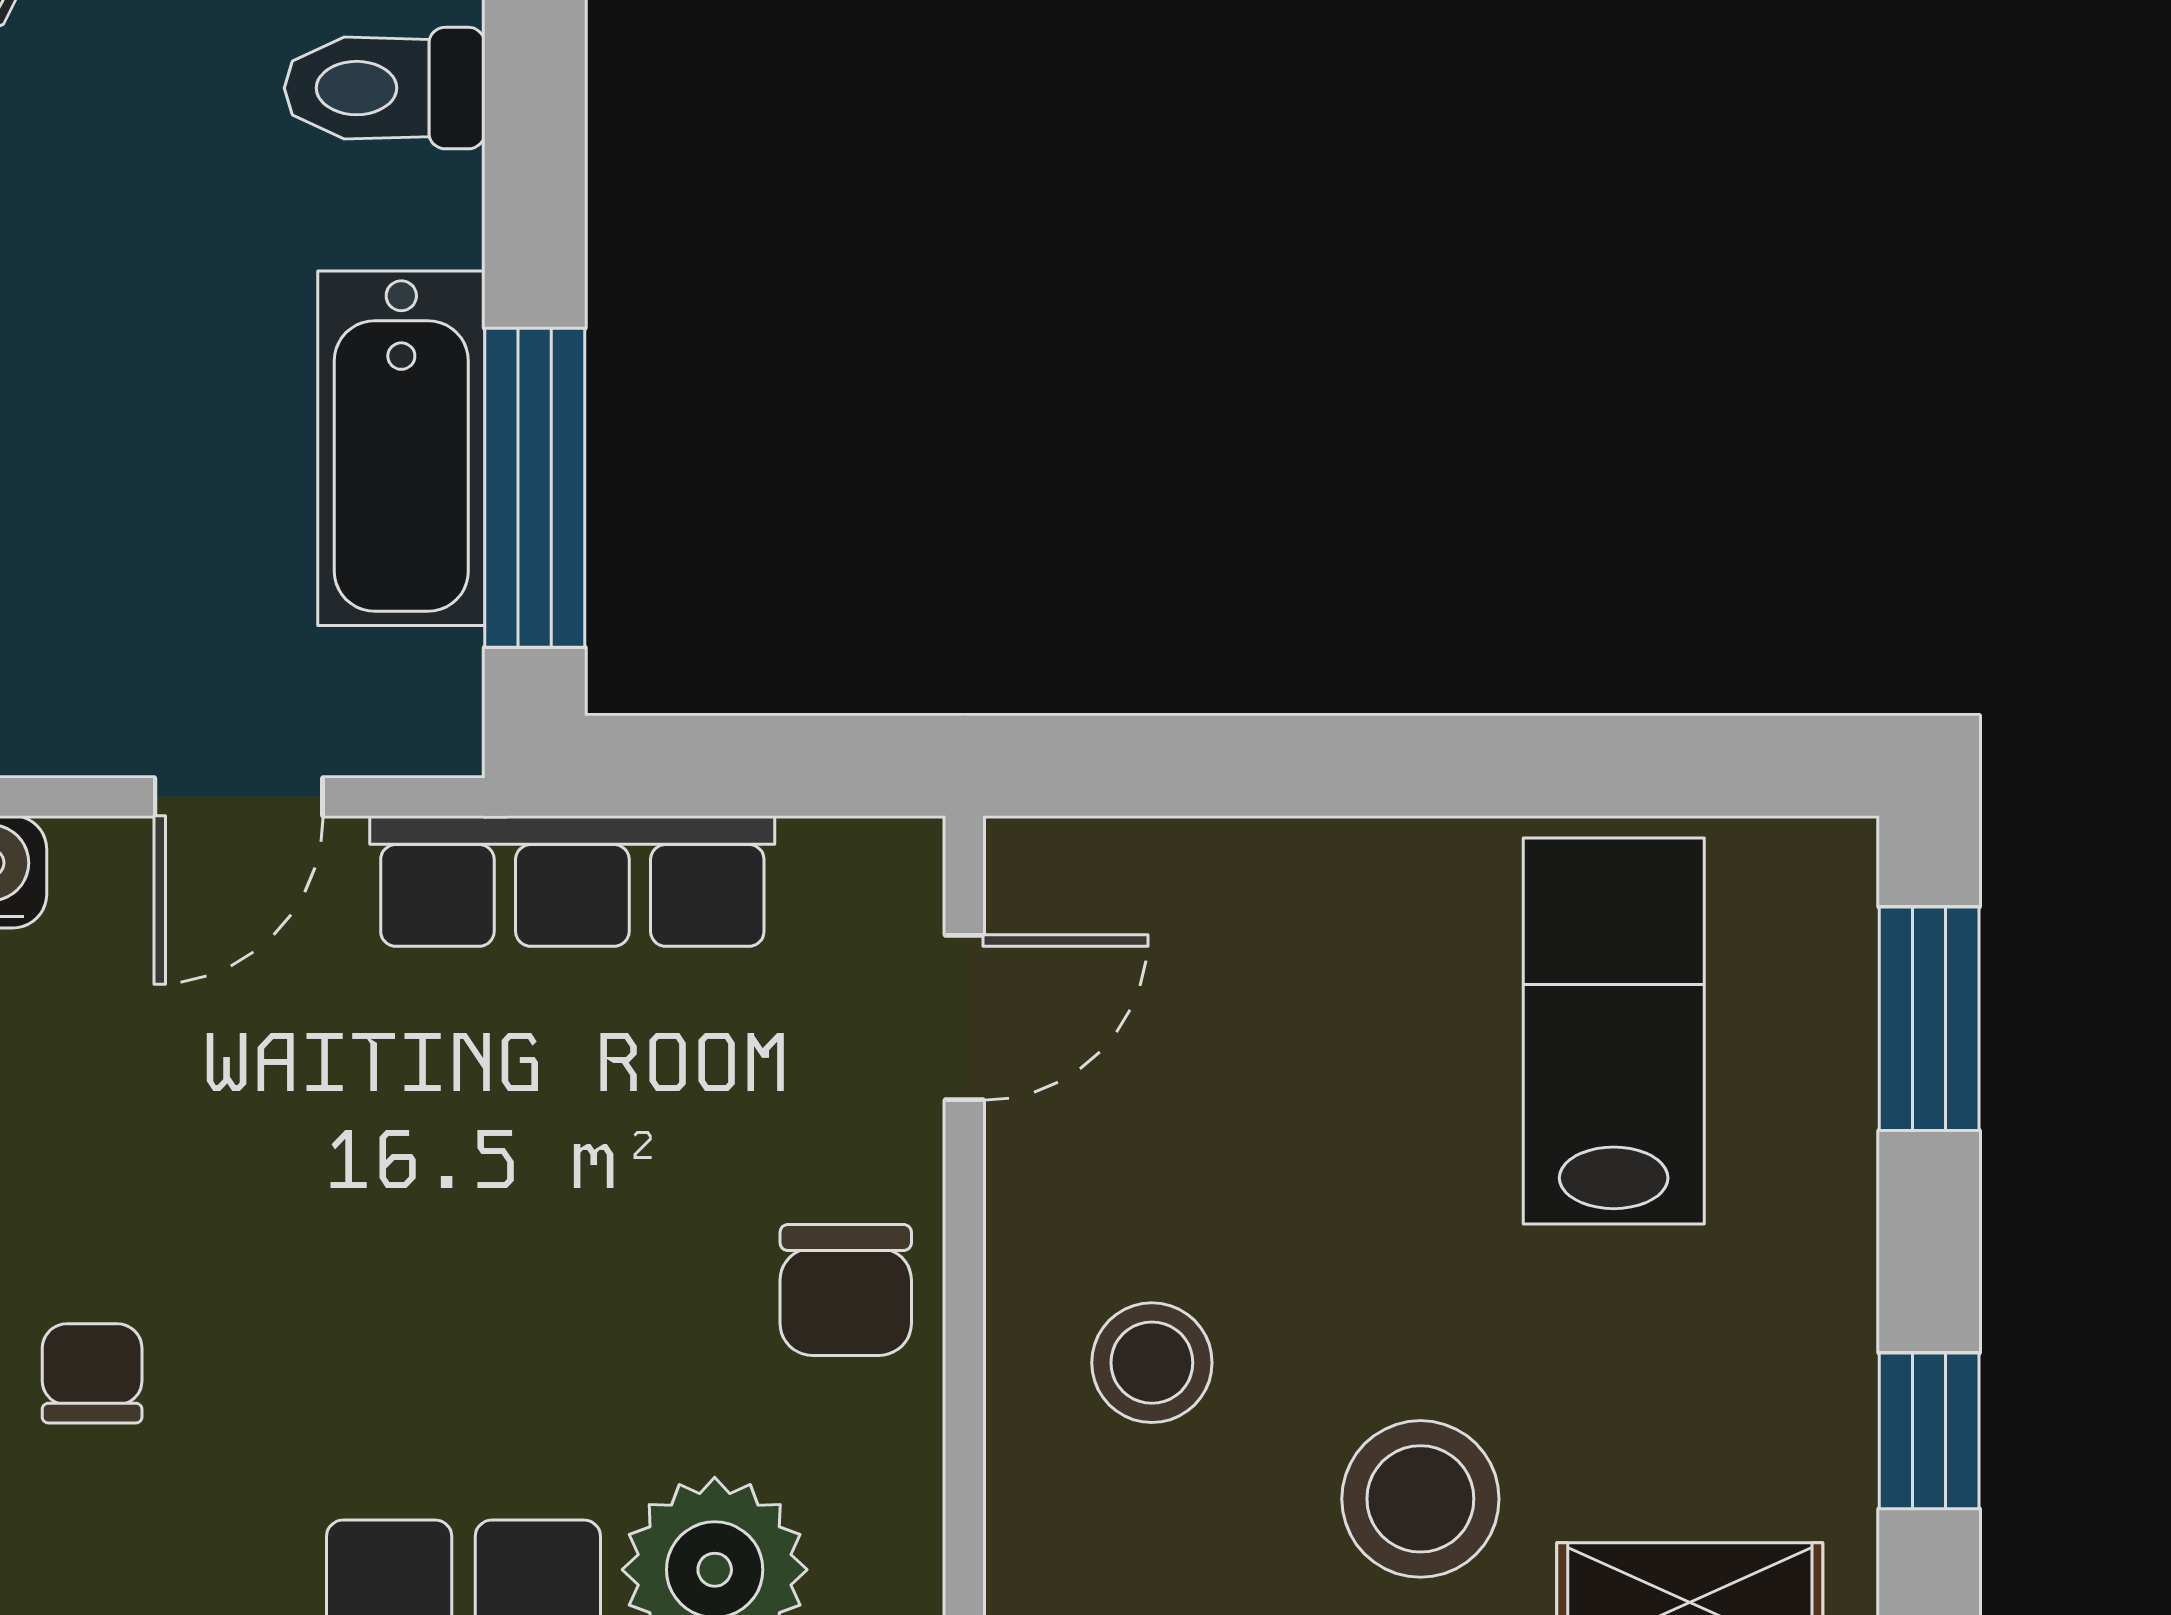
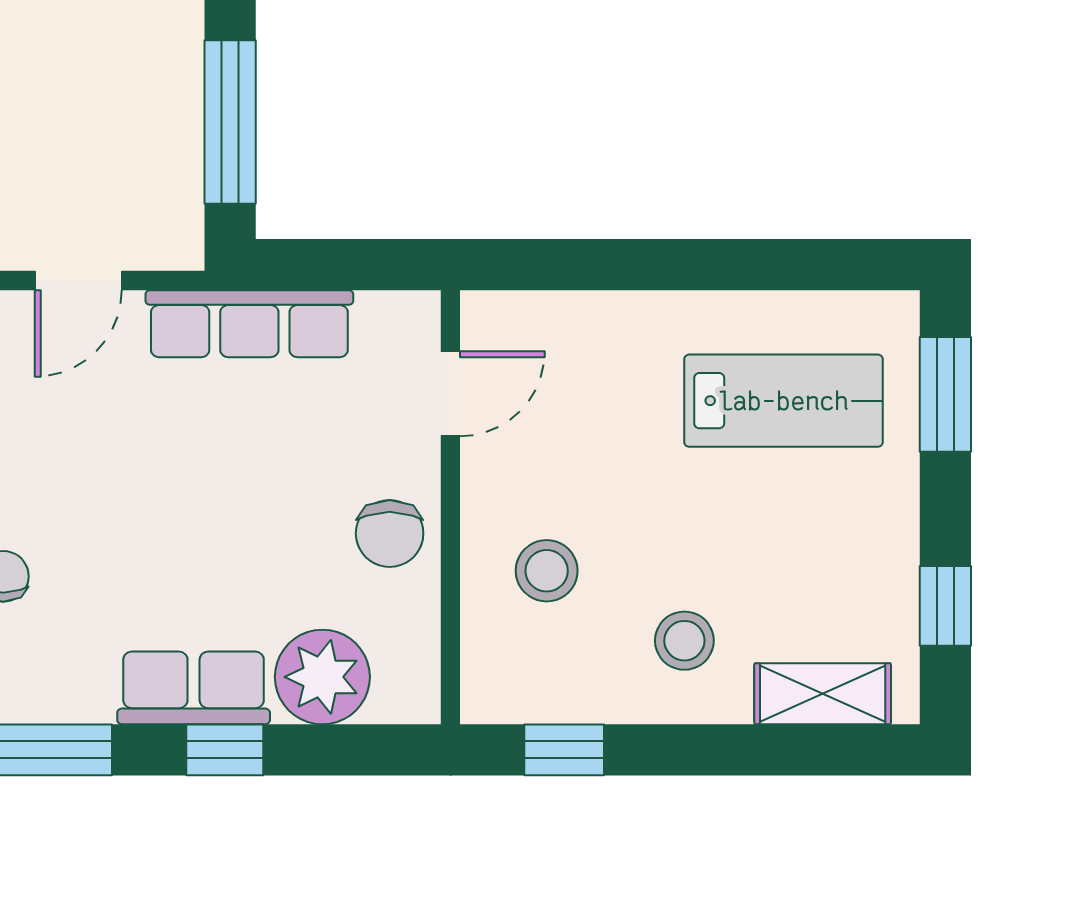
bathtub: (401, 448) -> (162, 102), removed
lab bench: (1614, 1031) -> (784, 401), turned 90
stool: (1420, 1499) -> (684, 641), width x0.73, depth x0.73

